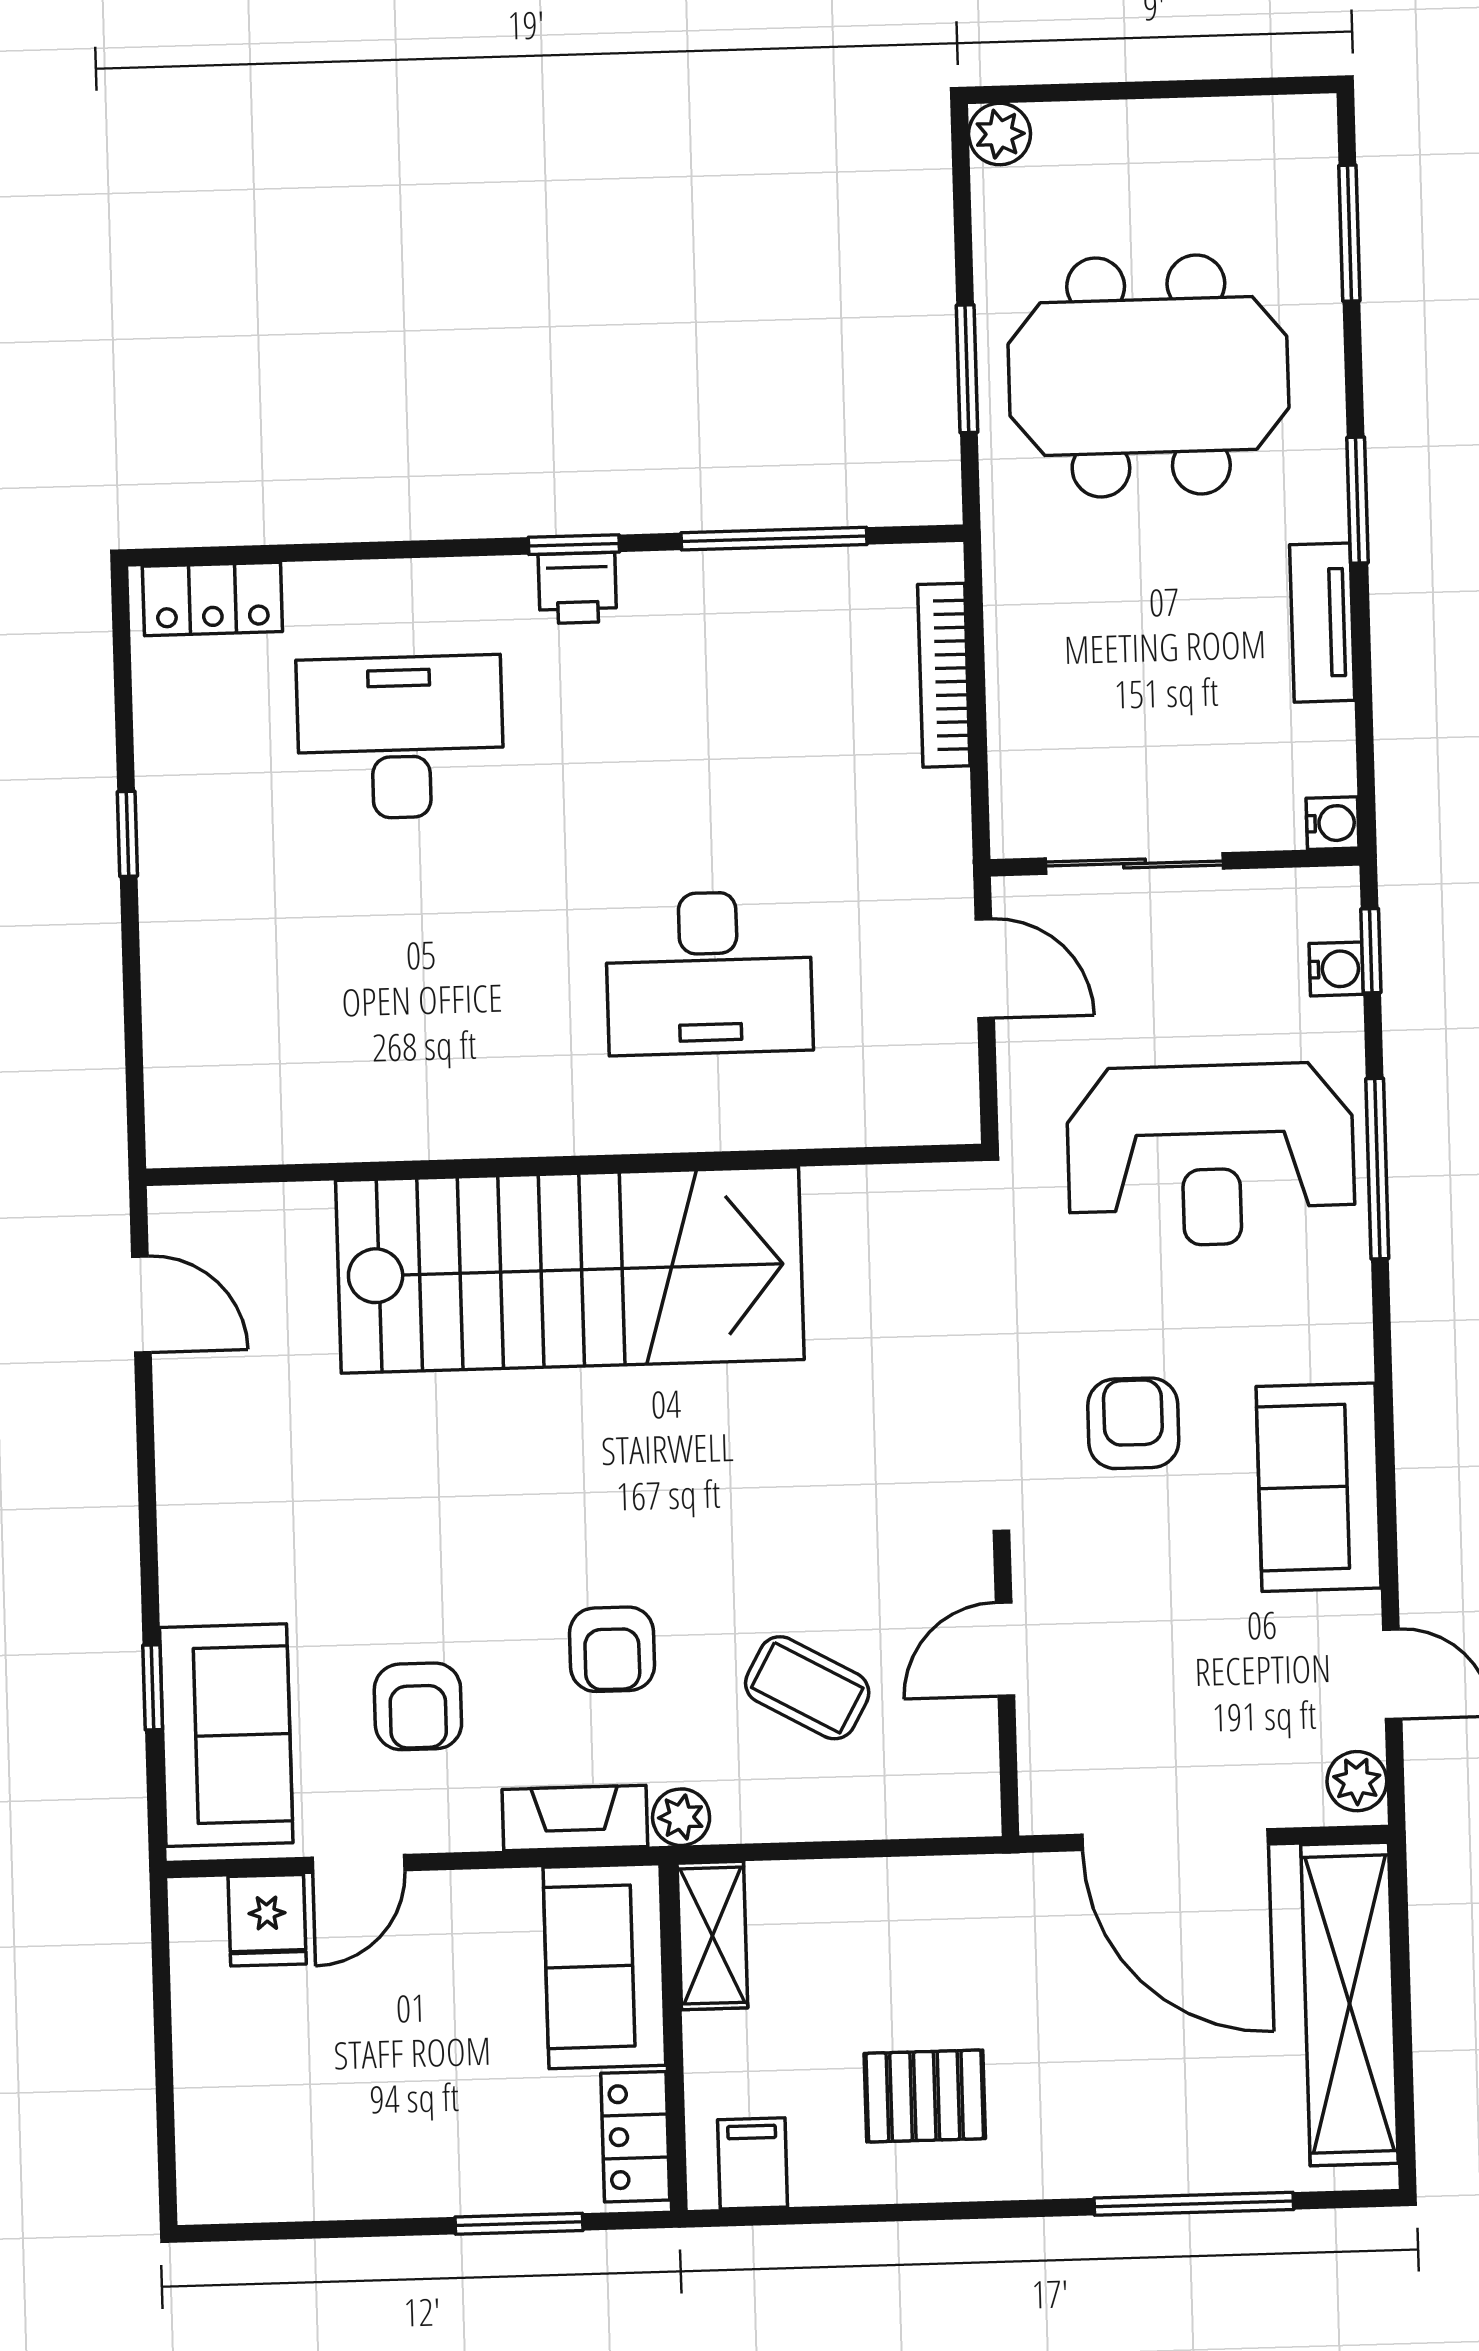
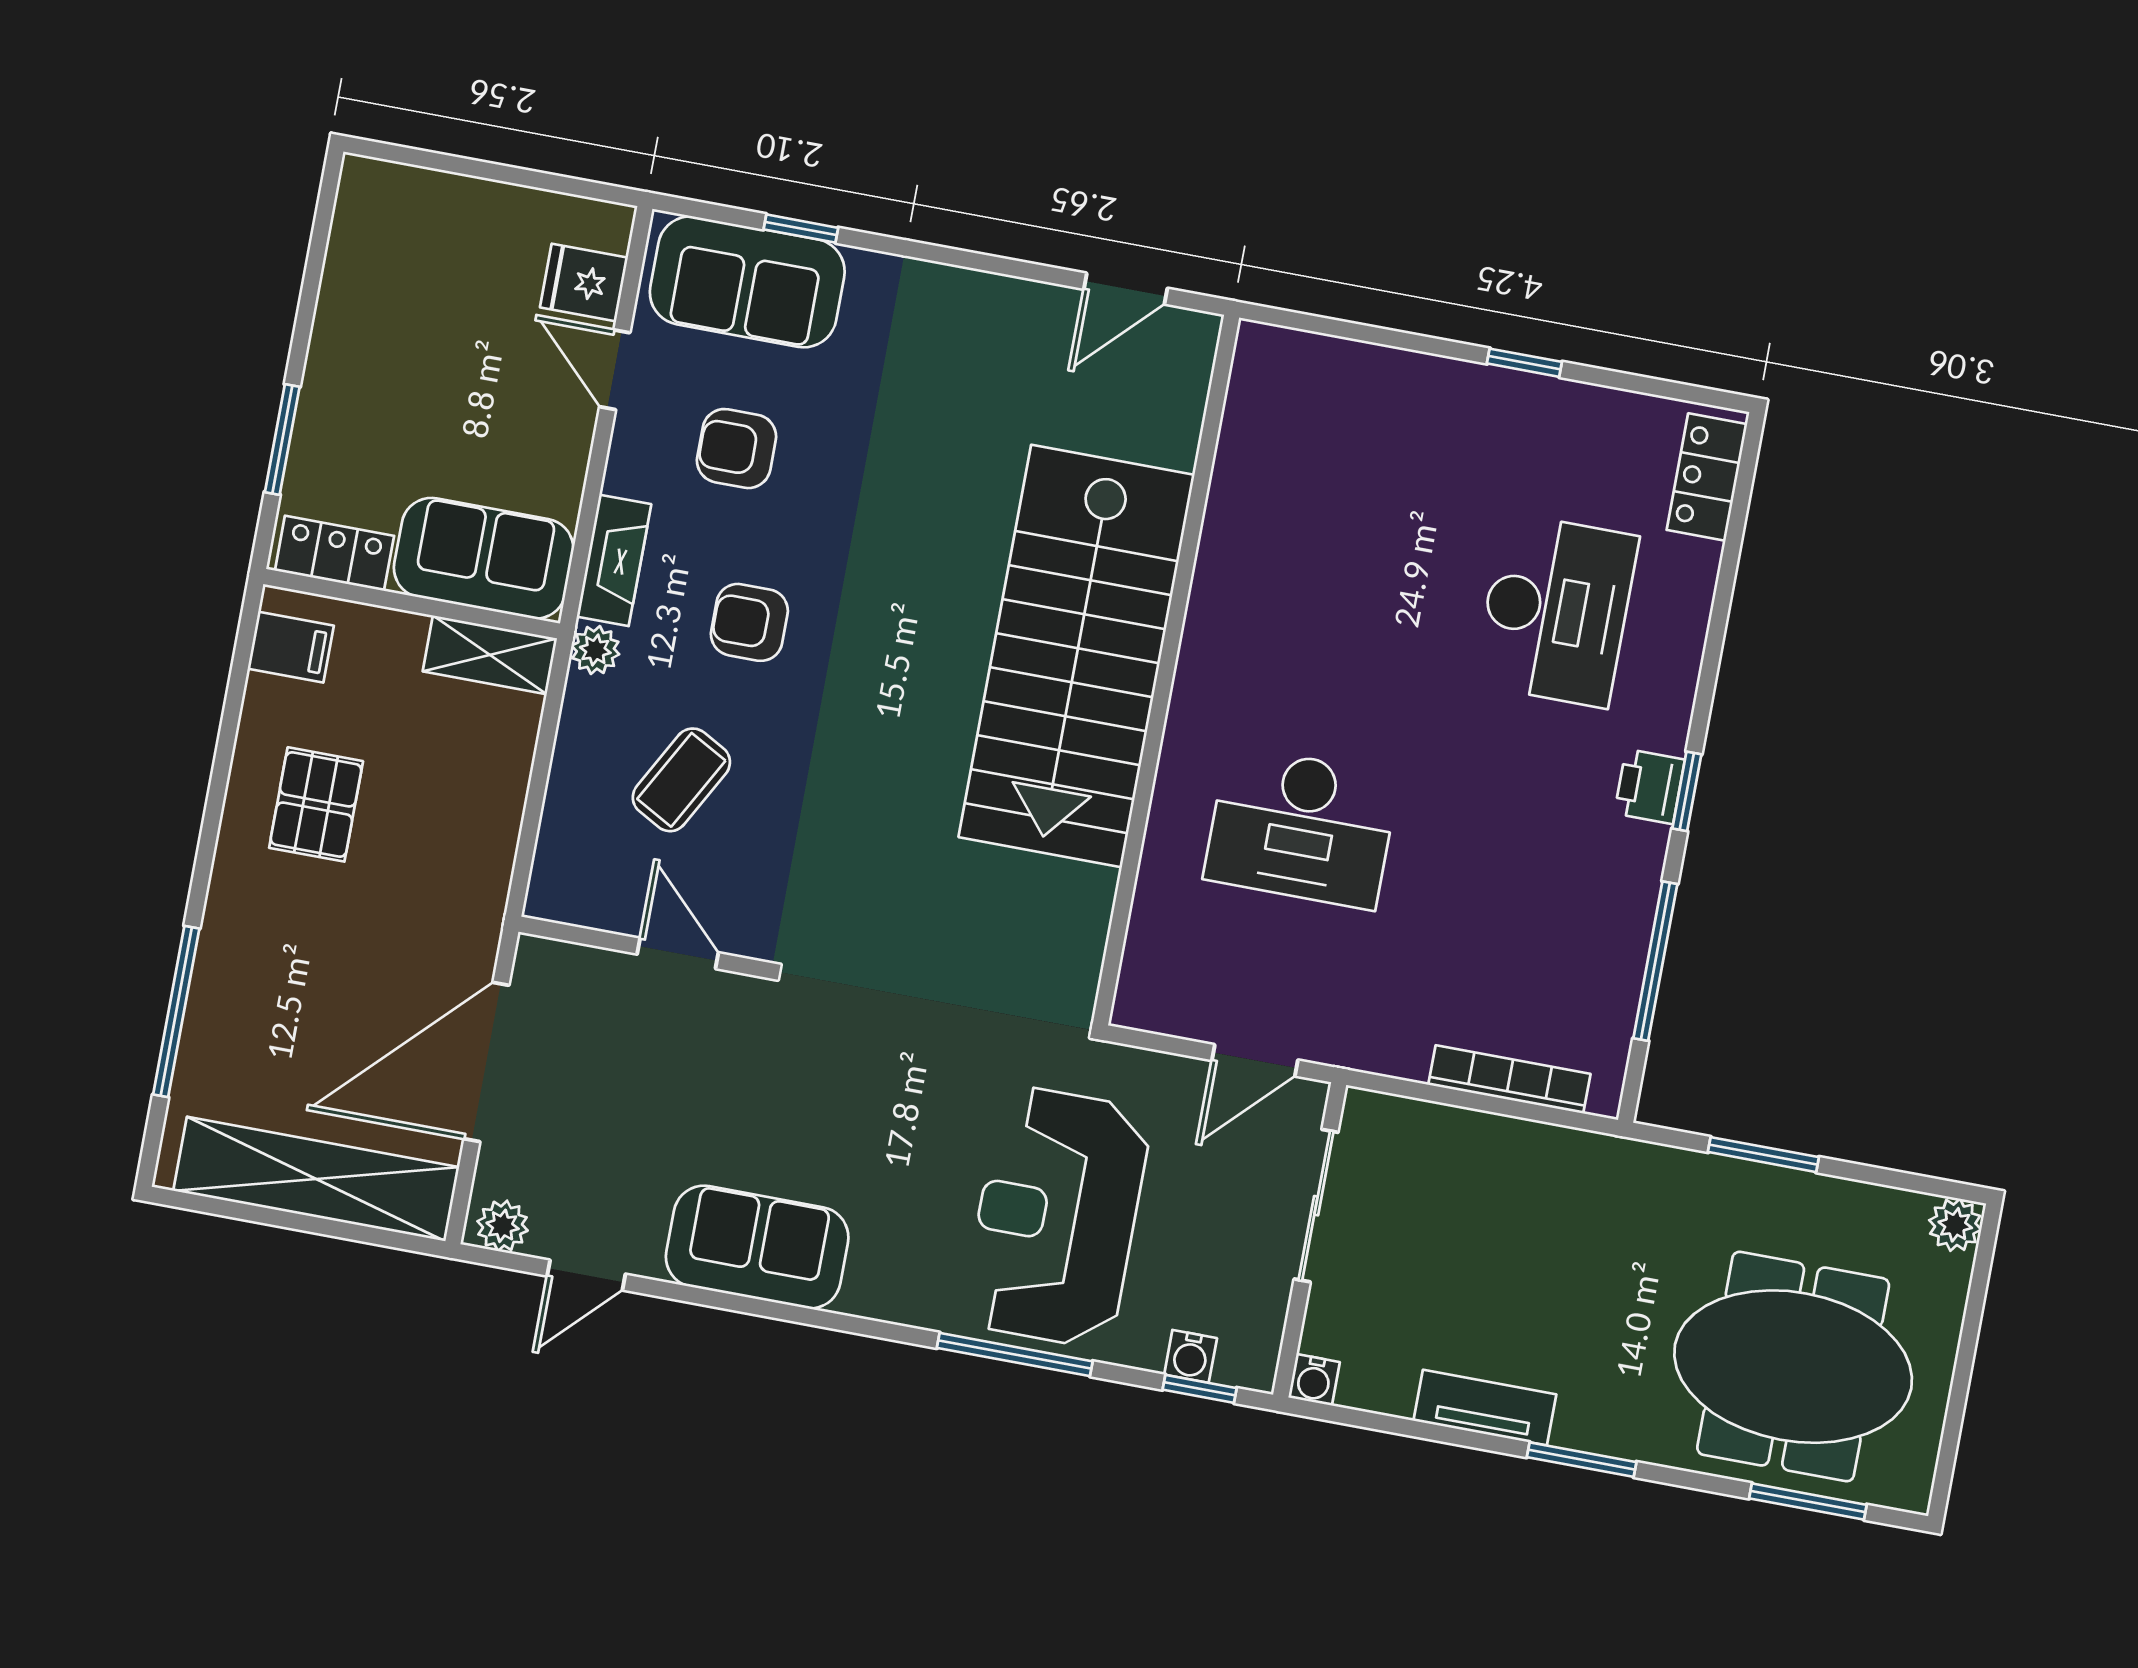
meeting table: (1148, 376) -> (1793, 1367), moved, turned 90
desk: (709, 973) -> (1301, 827), turned -90
armchair: (1133, 1423) -> (845, 1103), removed

